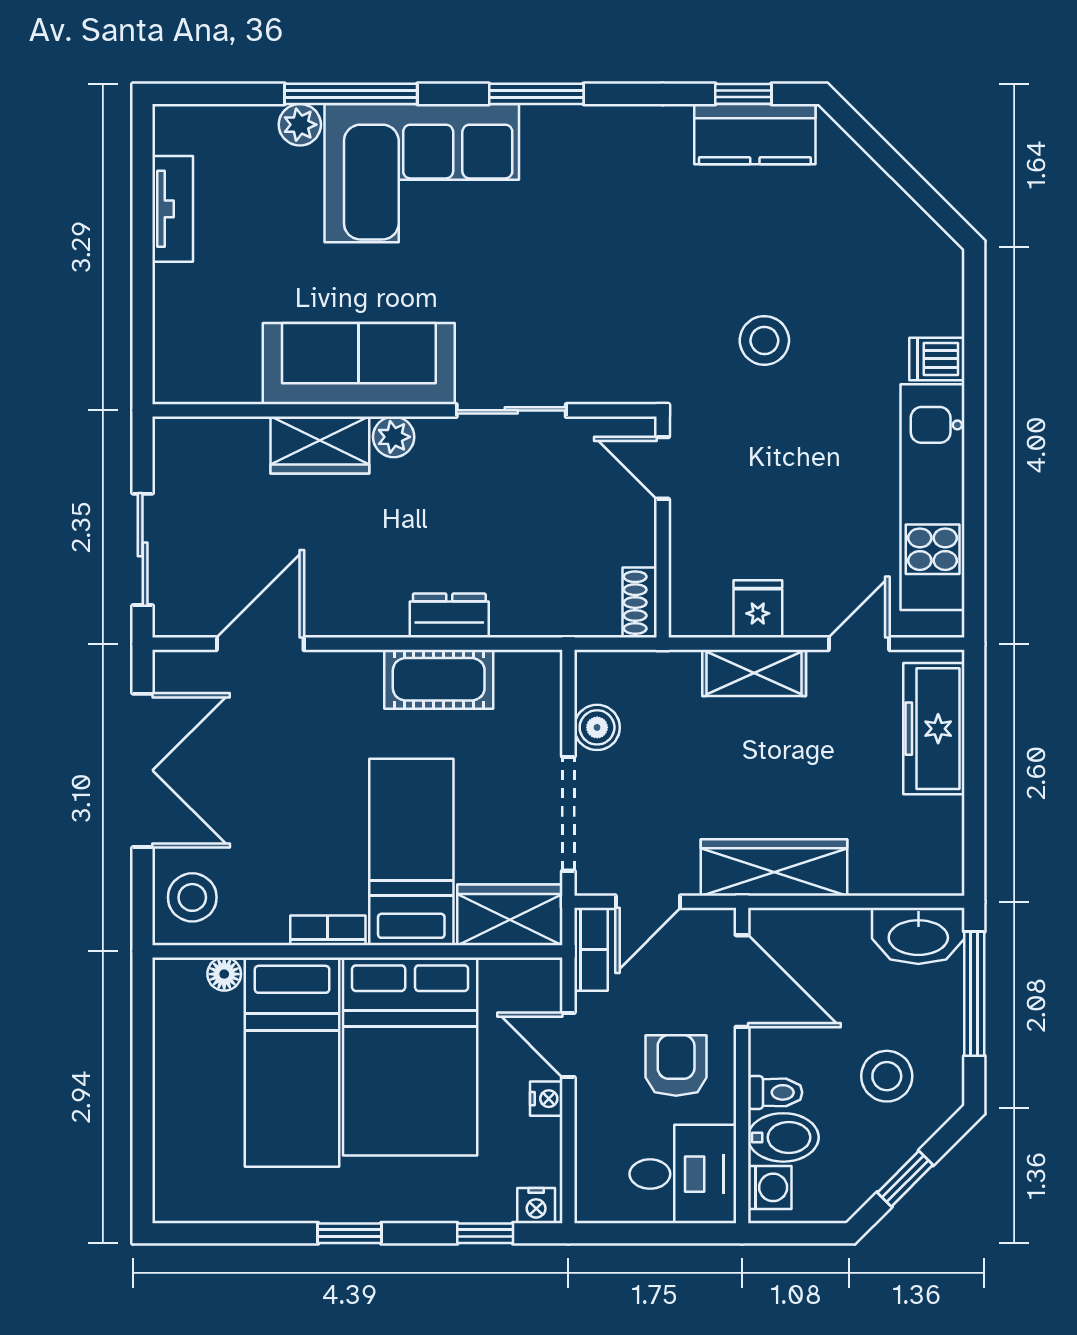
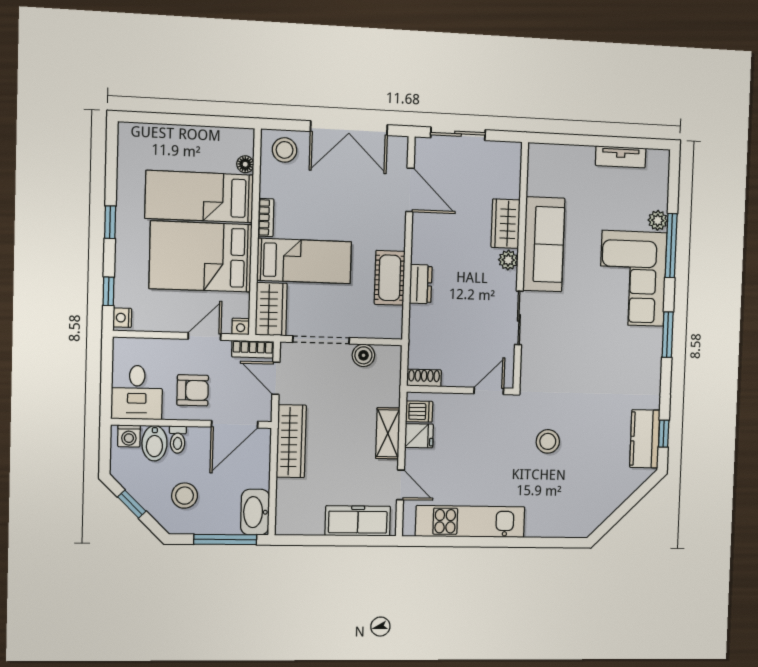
dishwasher: (937, 359) -> (419, 412), moved, turned 90
nightstand: (546, 1099) -> (241, 326), moved

